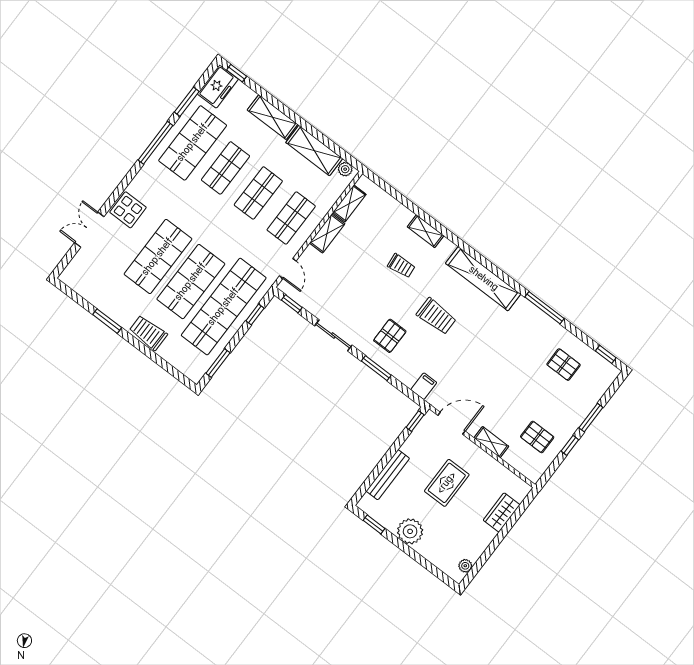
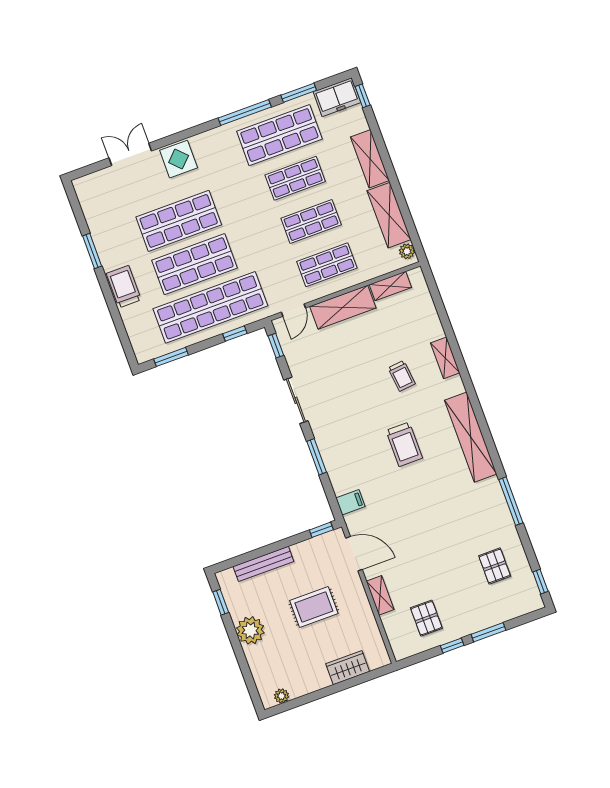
shelving: (327, 233) -> (343, 307), width x1.50, depth x1.33
pallet: (390, 336) -> (349, 435), removed

